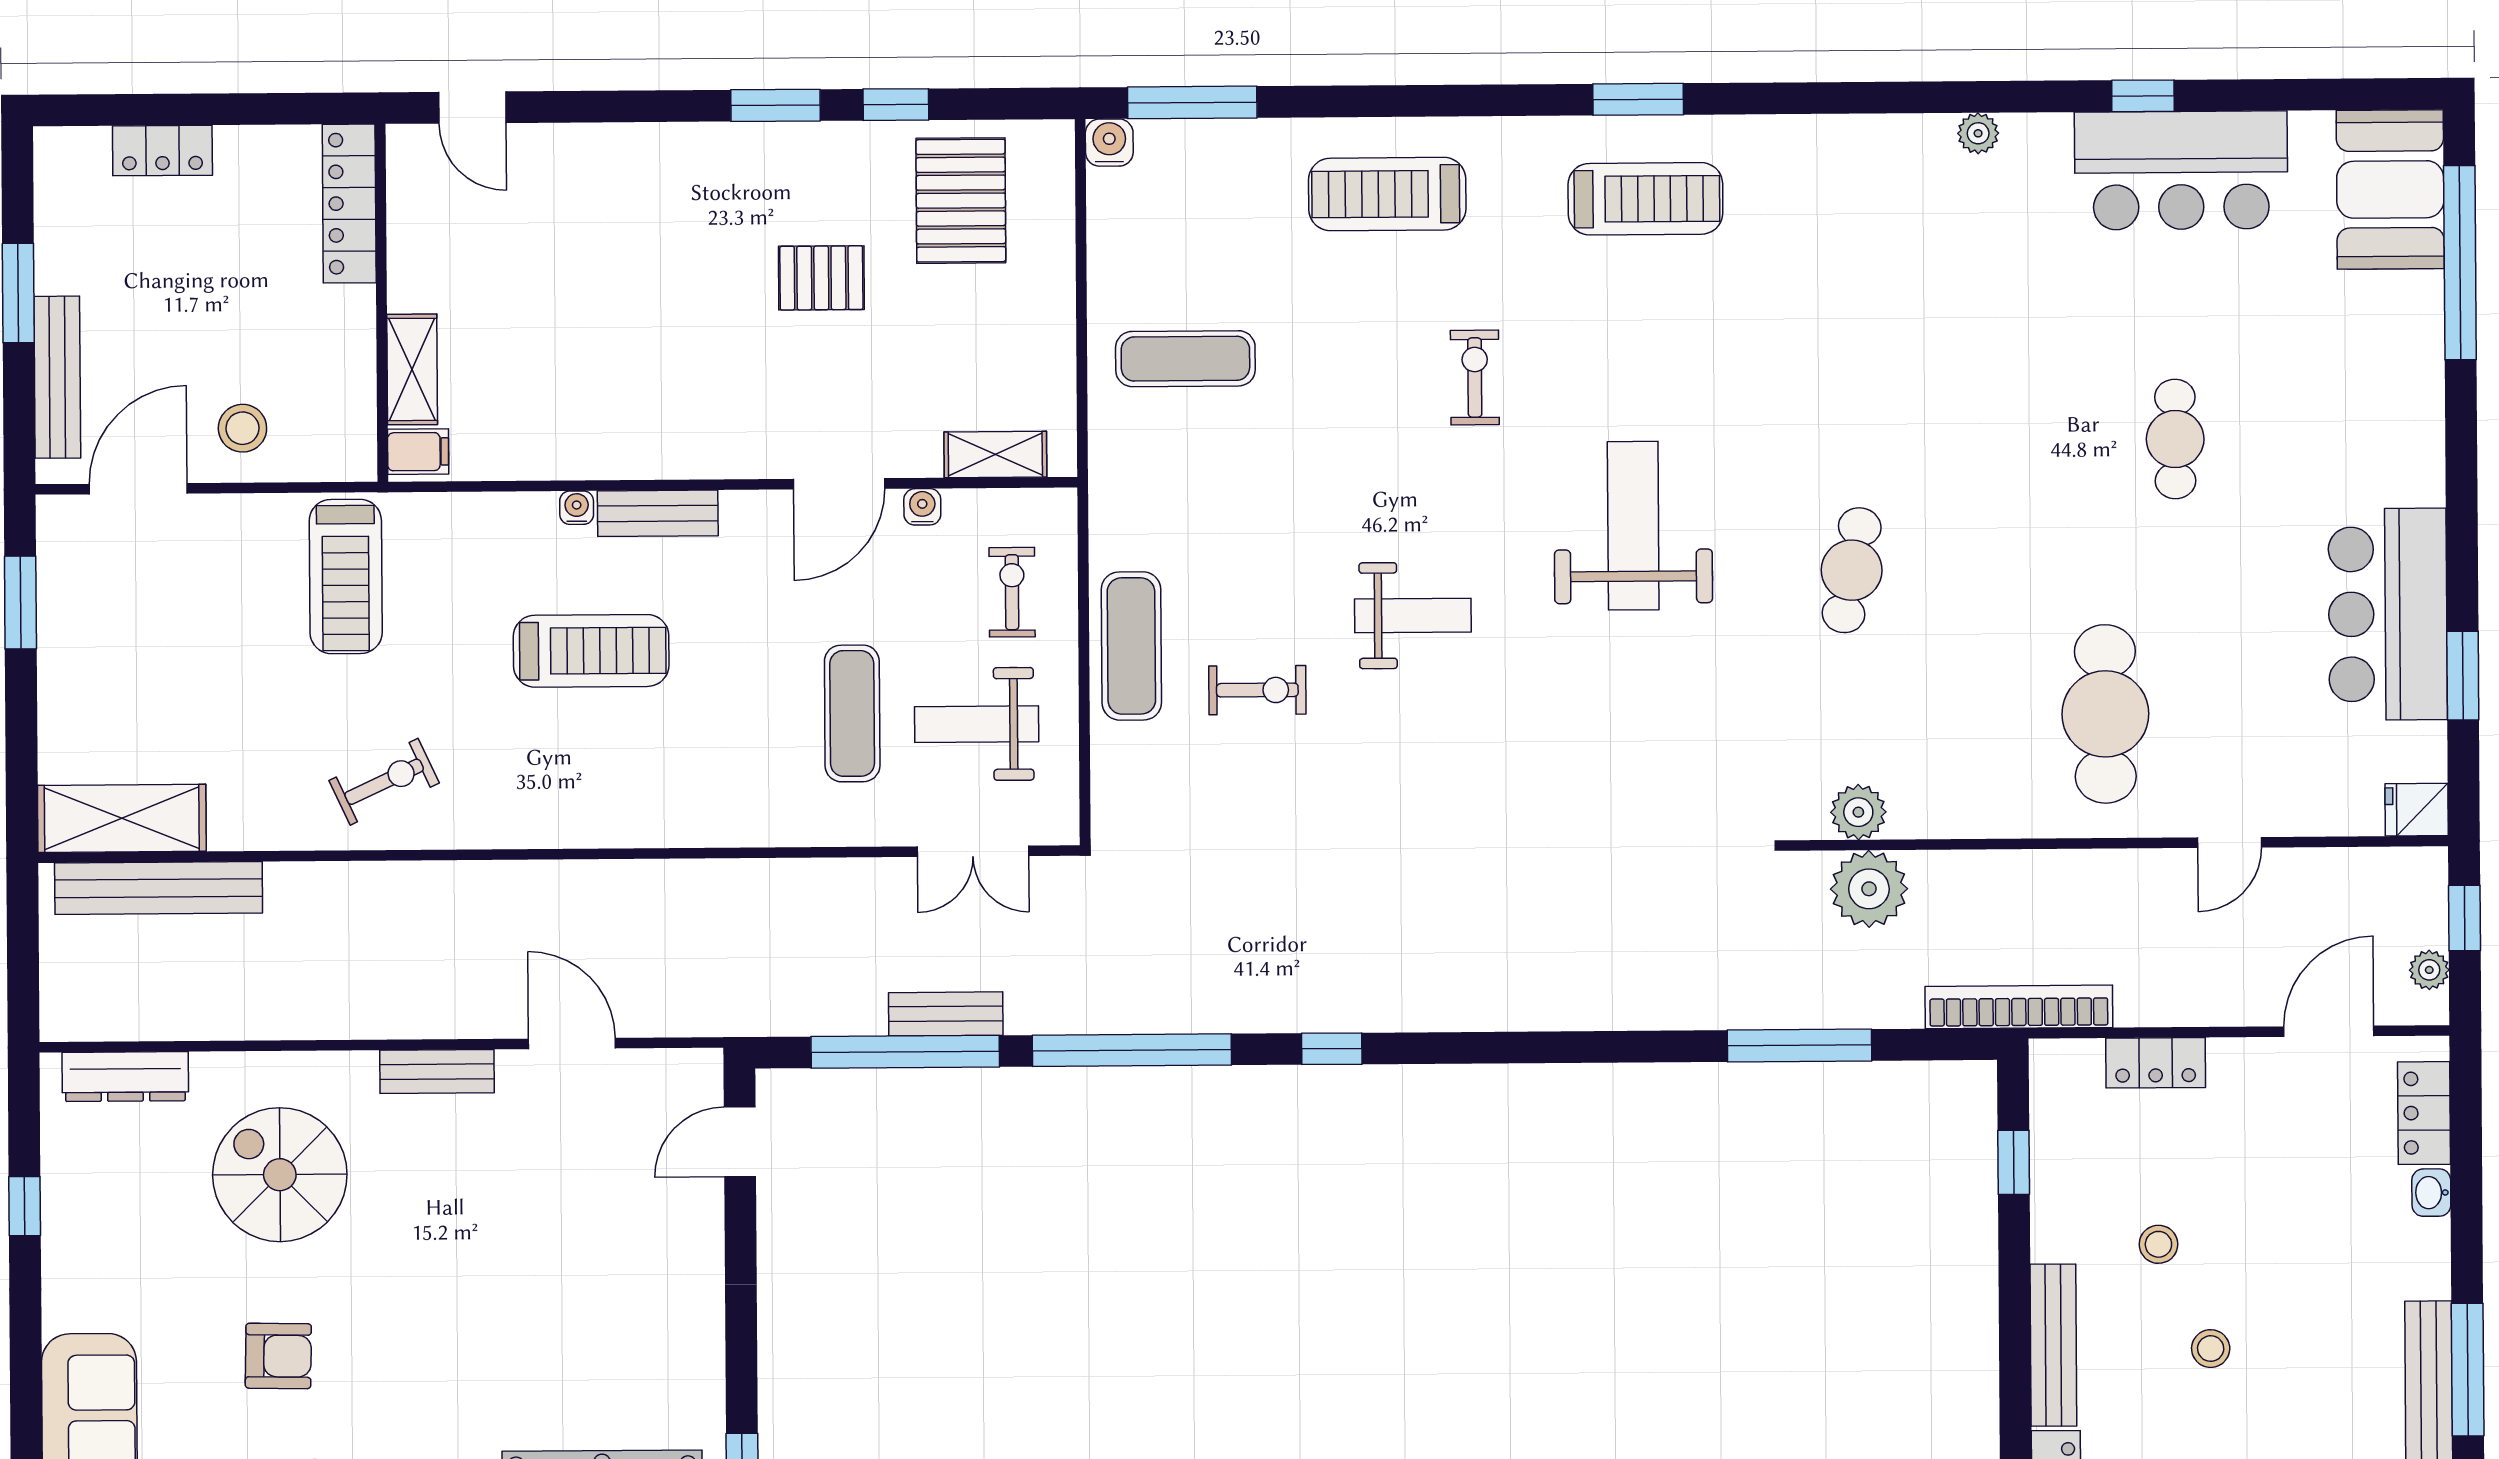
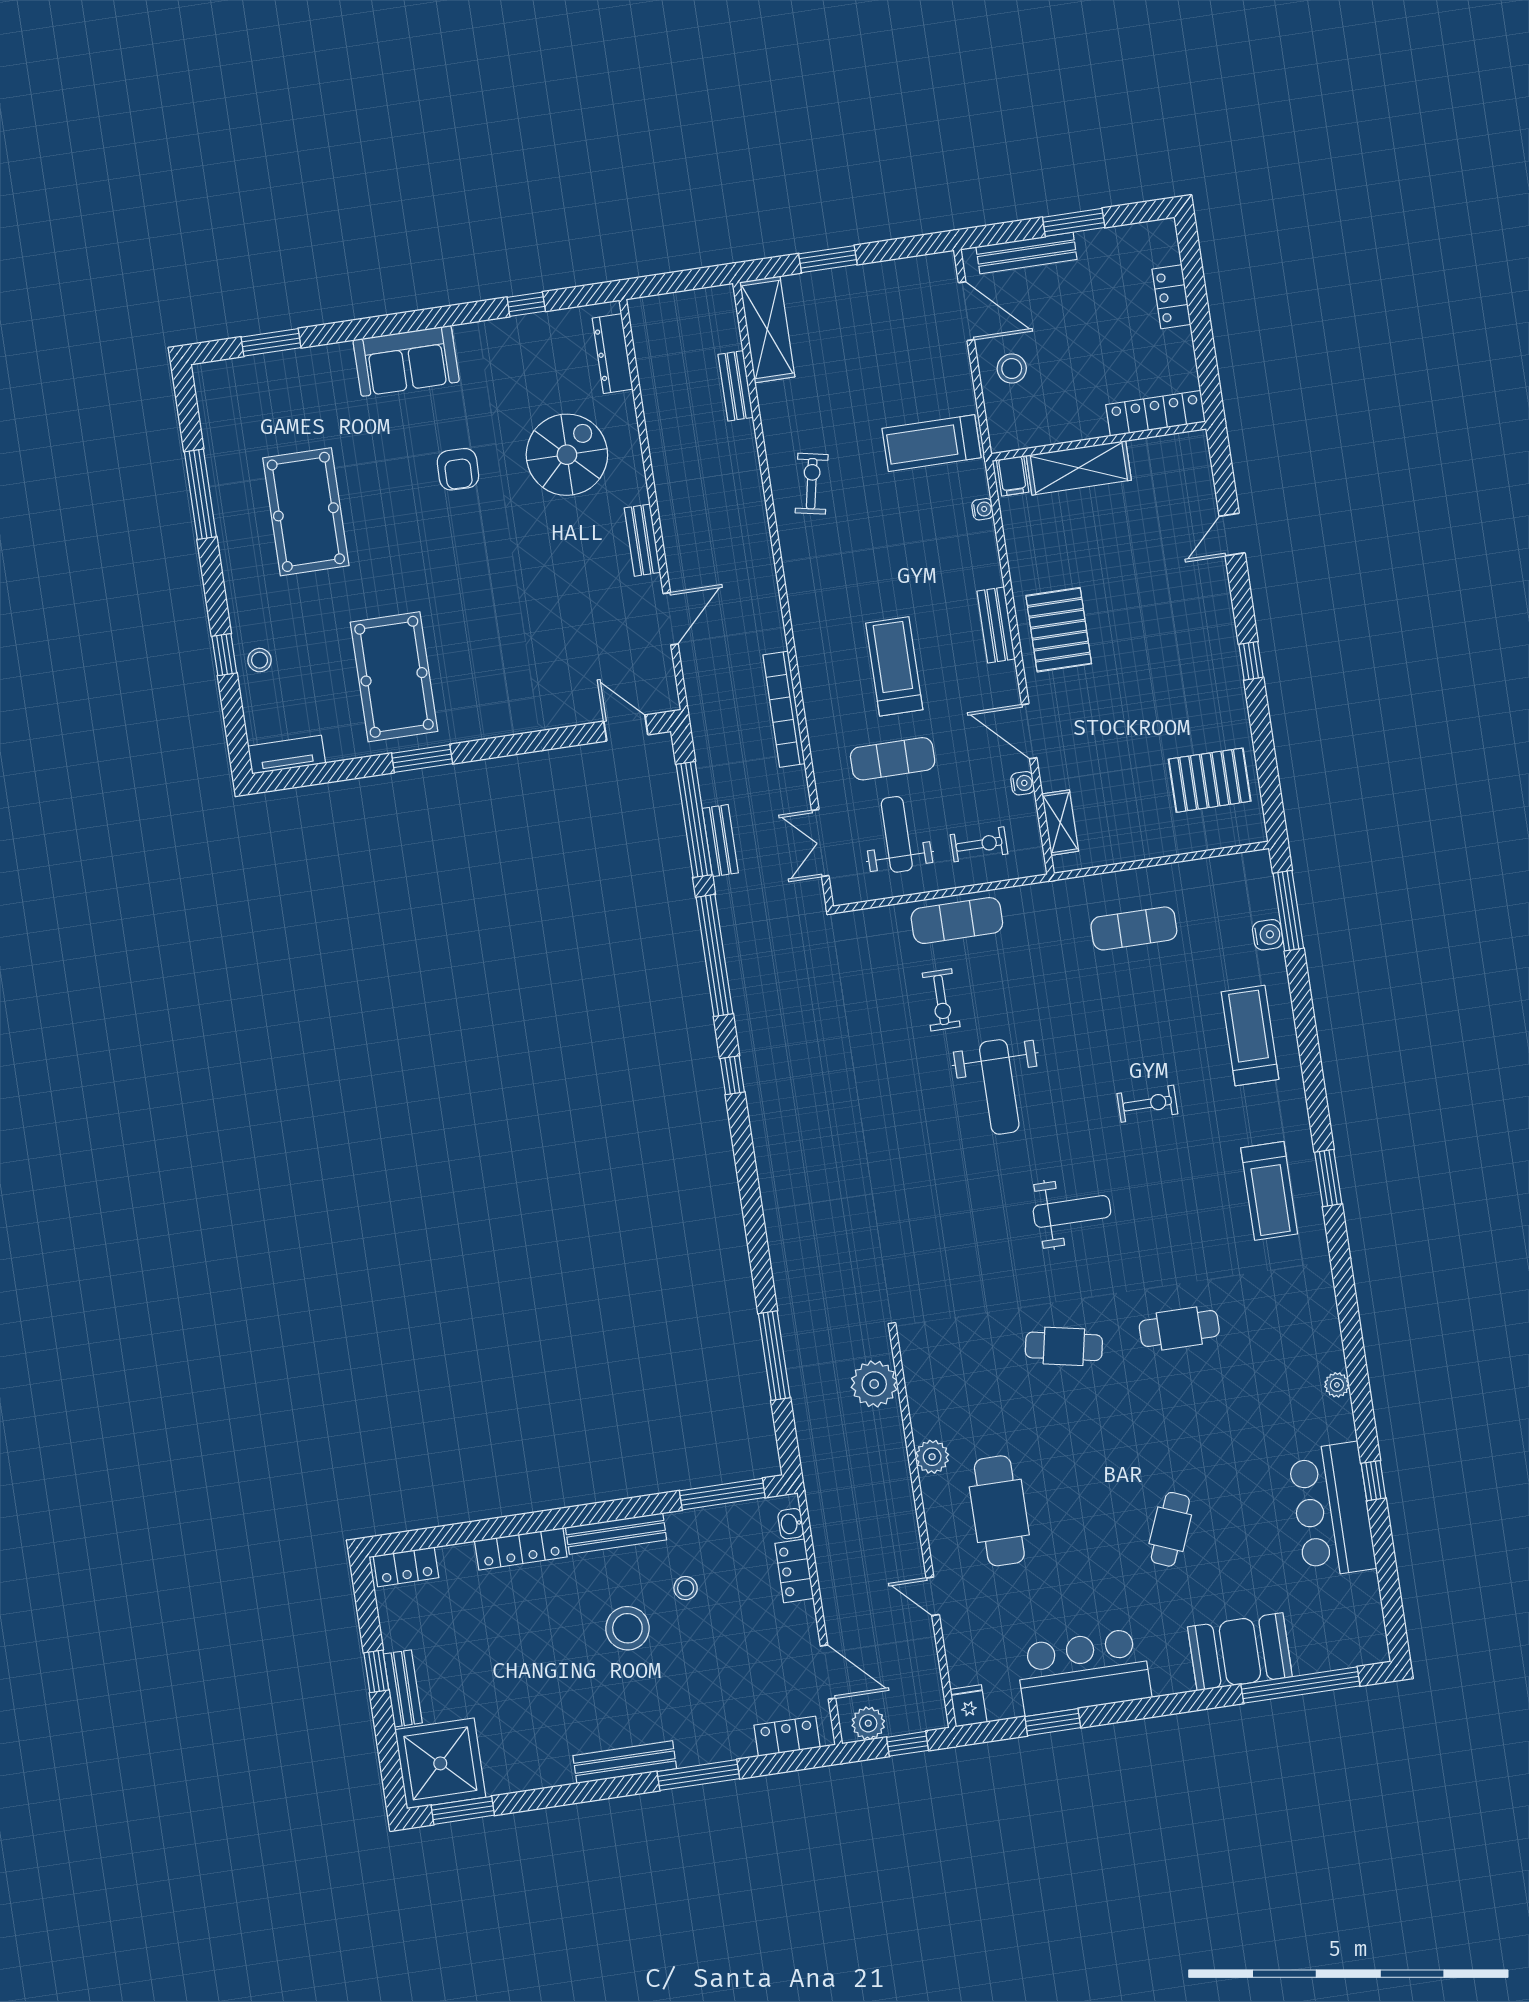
window: (775, 105) -> (1251, 661), width x0.67
window: (896, 105) -> (1262, 733), removed
door: (472, 107) -> (1232, 535), moved
water cooler: (1109, 143) -> (1268, 935), moved
booth: (2390, 189) -> (1240, 1652), moved
pallet: (821, 278) -> (1059, 630), moved, width x1.50, depth x1.42
exercise mat: (1185, 359) -> (1134, 928), turned 90
shelving: (412, 369) -> (1079, 468), width x1.50, depth x1.33
cafe table: (1849, 378) -> (1179, 1329), added
cafe table: (2175, 439) -> (1170, 1529), turned -68
water cooler: (577, 508) -> (983, 509), moved
weight bench: (1633, 526) -> (1072, 1211), width x0.73, depth x0.75
window: (20, 603) -> (828, 259), moved
weight bench: (1413, 615) -> (999, 1087), width x1.36, depth x1.33
treadmill: (591, 651) -> (894, 666), moved, turned 180
cafe table: (2105, 714) -> (999, 1511), turned 90
exercise bike: (384, 782) -> (812, 484), turned -144
plant: (1858, 812) -> (932, 1457), moved
bench: (159, 888) -> (736, 386), width x0.54, depth x0.82
plant: (2429, 970) -> (868, 1723), width x1.38, depth x1.38
bookcase: (2019, 1007) -> (784, 709), moved, turned 180
window: (2014, 1162) -> (722, 1494), width x2.17
washbasin: (2431, 1193) -> (791, 1524), moved, turned -90
stool: (2211, 1349) -> (627, 1628), width x1.89, depth x1.89
window: (2468, 1370) -> (698, 1775), moved

